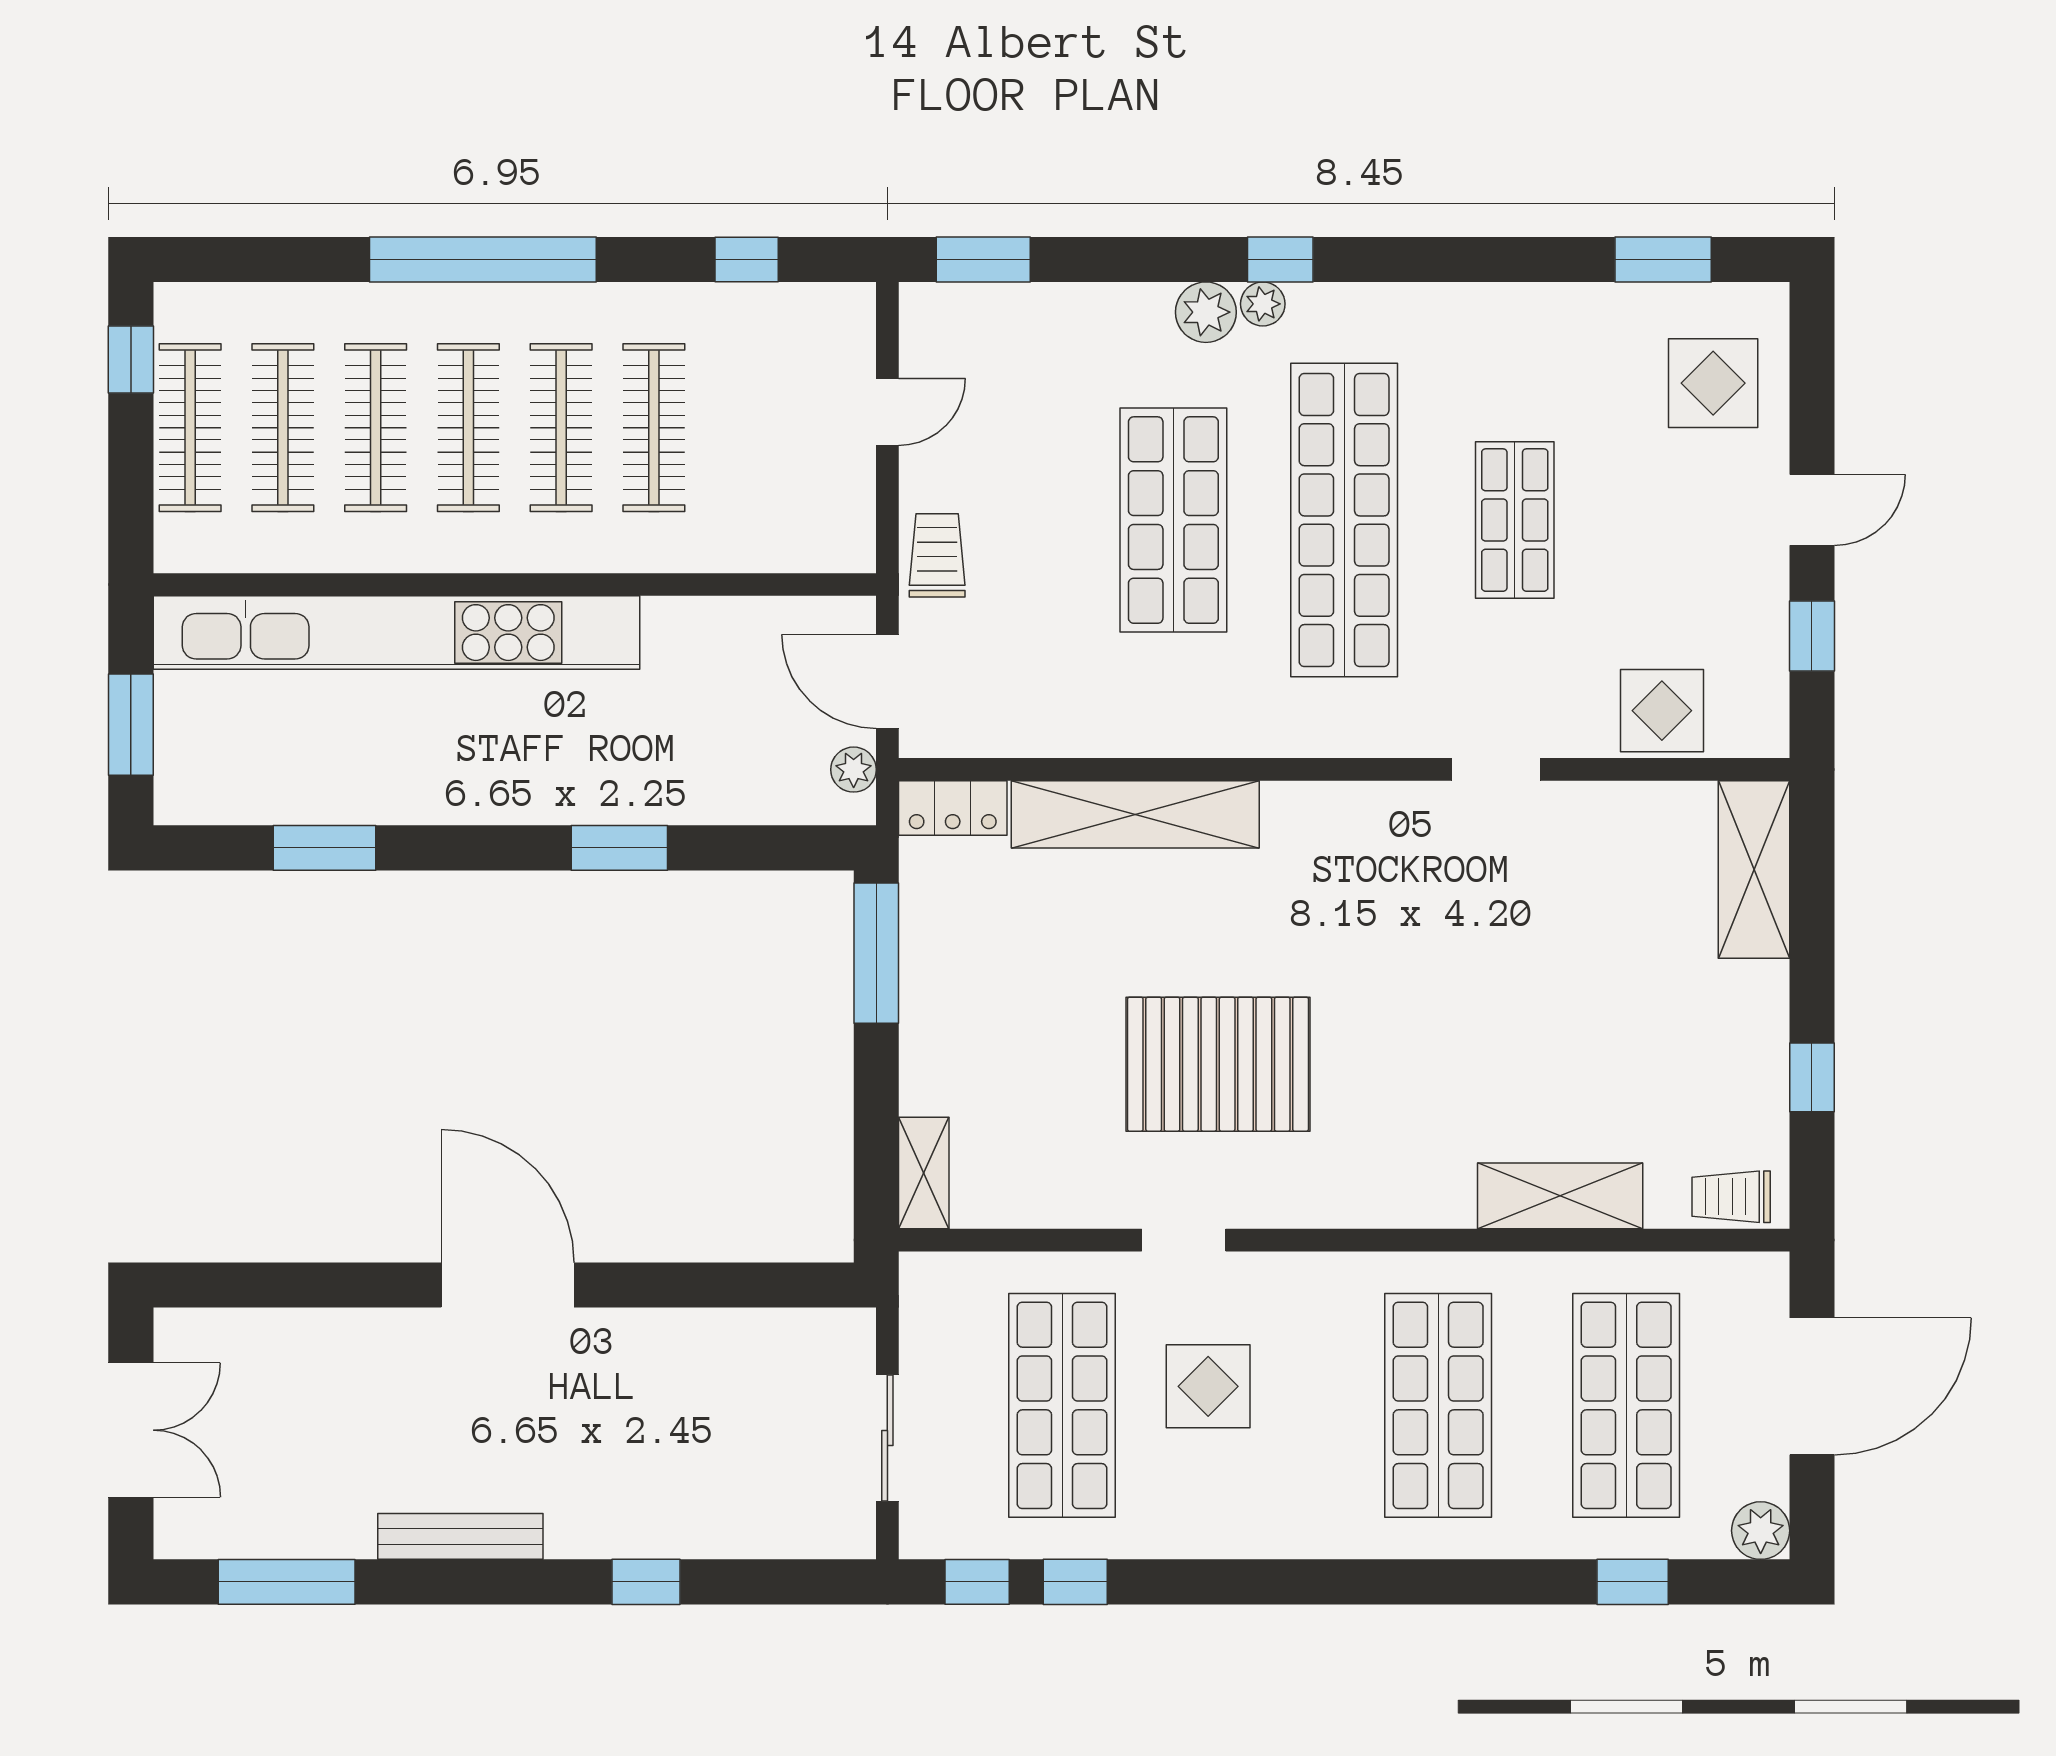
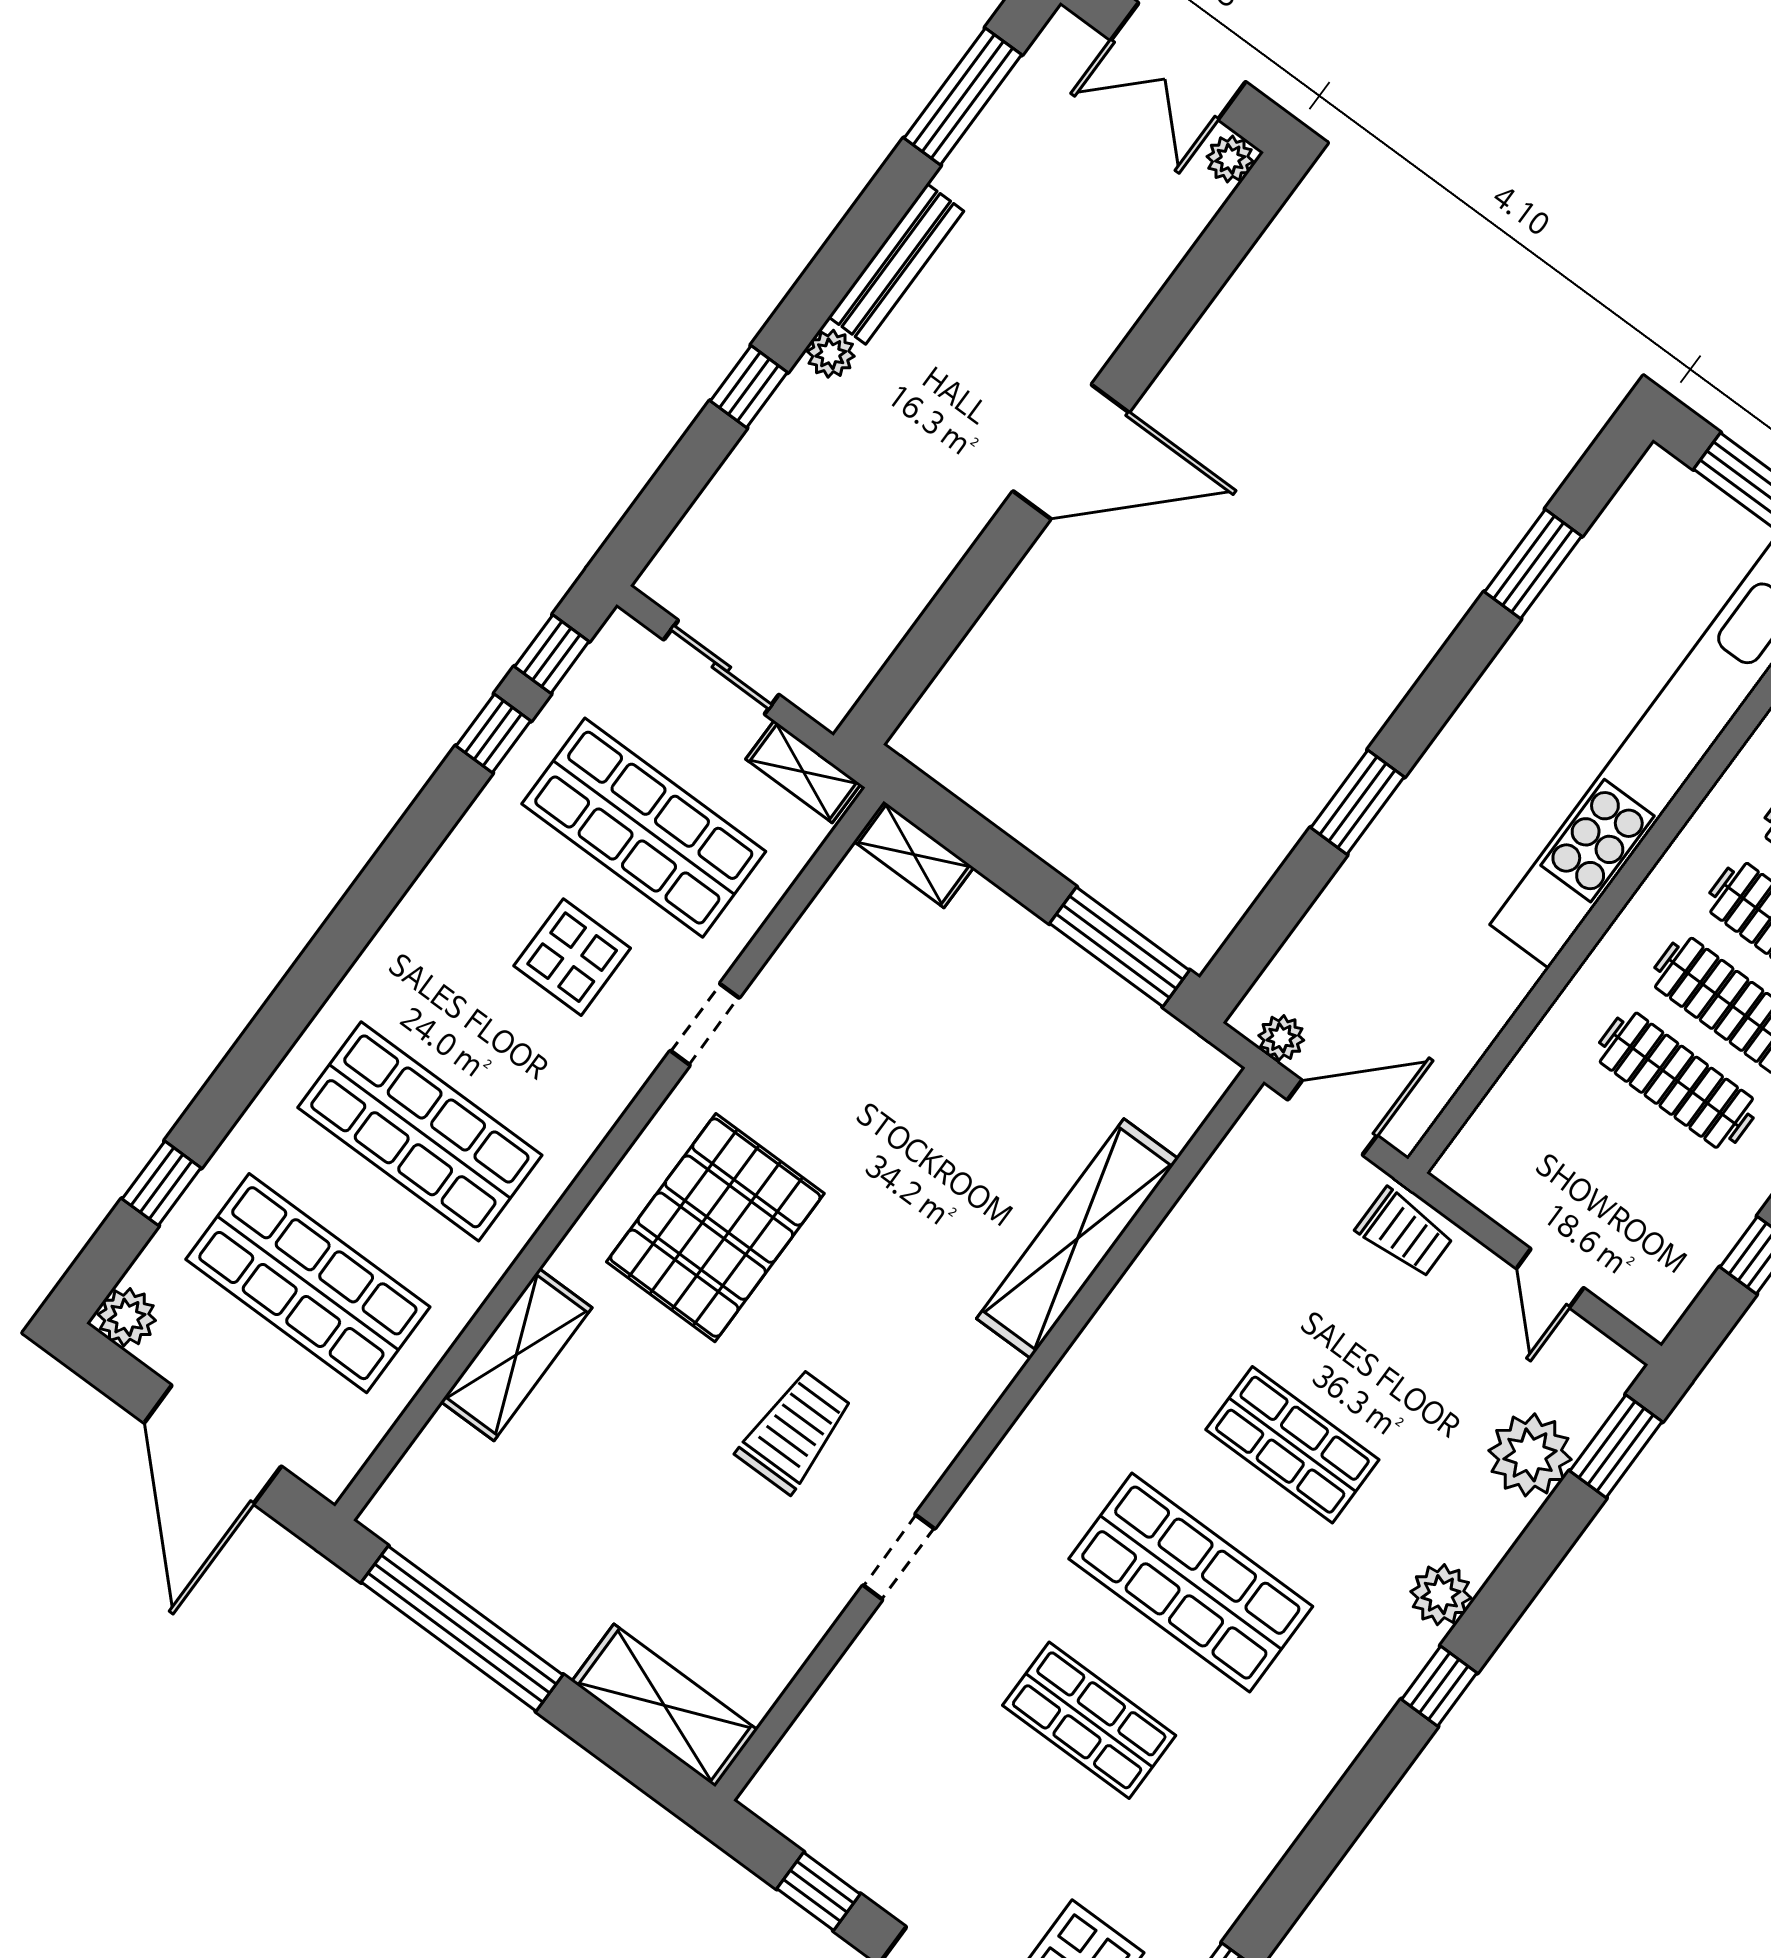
plant: (1263, 304) -> (1530, 1455), moved, width x1.88, depth x1.88
shop shelf: (1173, 520) -> (1292, 1445), width x0.70, depth x0.74
shop shelf: (1344, 520) -> (1191, 1583), width x0.71
display table: (1662, 711) -> (848, 1726), removed
locker: (953, 808) -> (1191, 1095), removed
pallet: (1218, 1064) -> (715, 1228), moved
window: (1812, 1077) -> (462, 1629), width x3.17
trolley: (1731, 1197) -> (795, 1431), moved, width x1.36, depth x1.39
shelving: (923, 1311) -> (803, 772), added
plant: (179, 1331) -> (1230, 159), added
plant: (571, 1536) -> (831, 354), added

